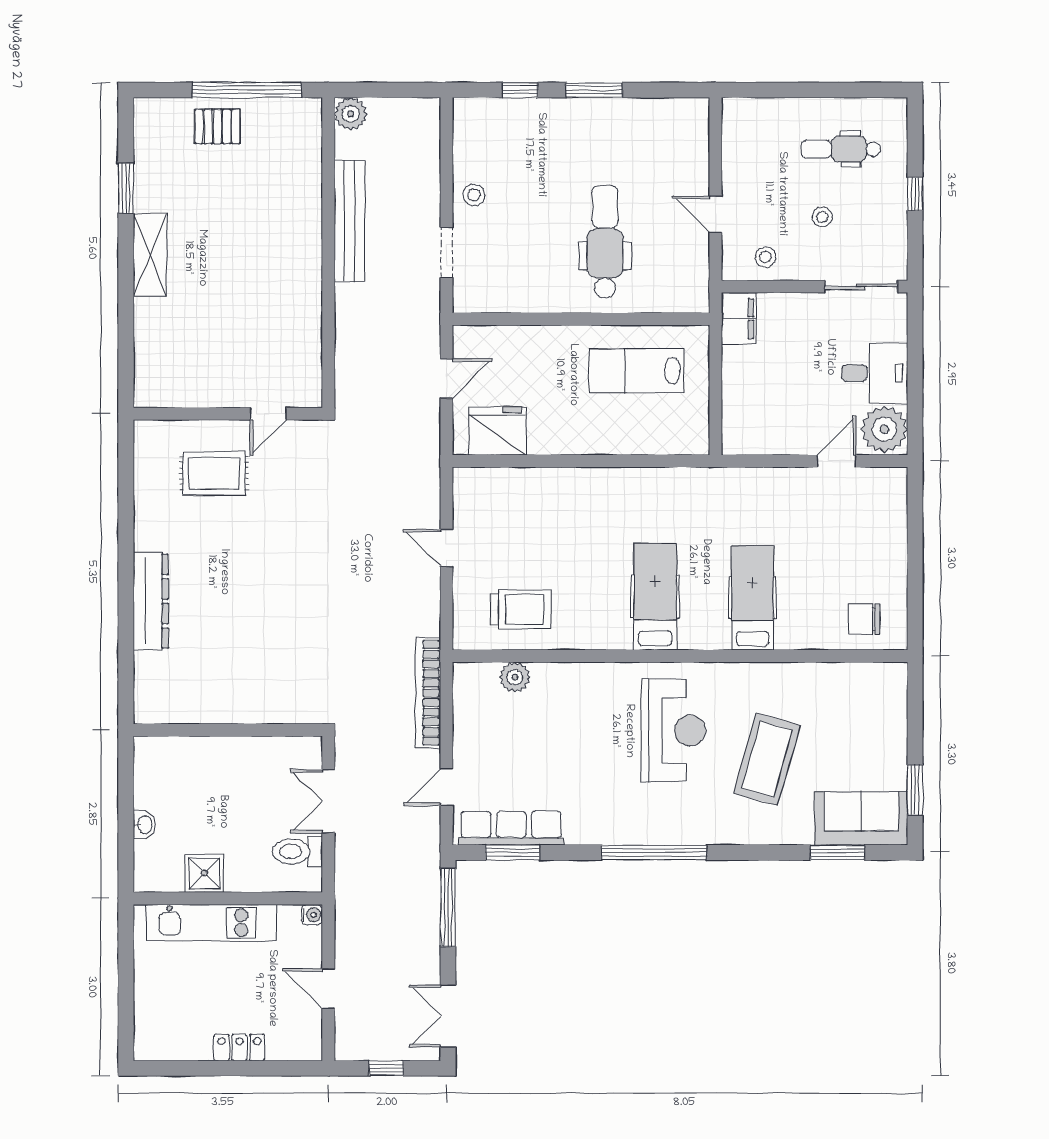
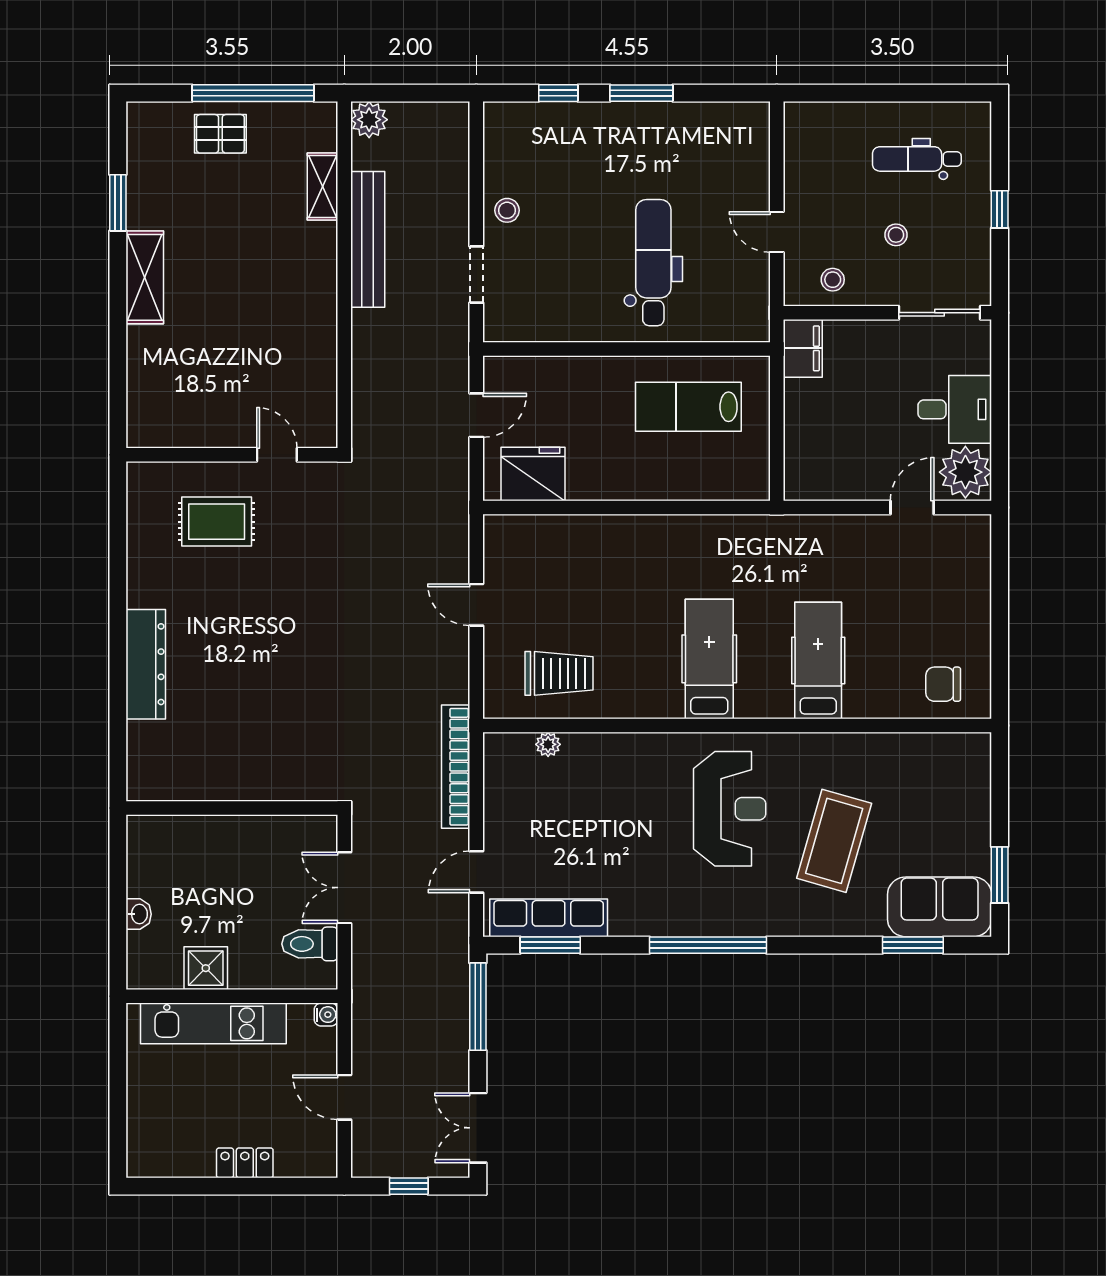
shelving: (309, 174) -> (322, 187), added
door: (268, 414) -> (277, 455), swing flipped
plant: (515, 677) -> (548, 744), width x0.73, depth x0.73

